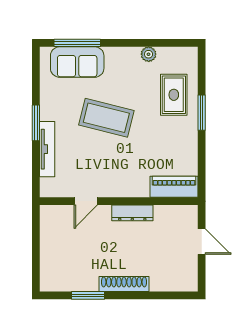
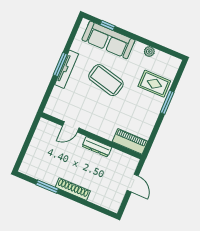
window: (77, 43) -> (108, 25), width x0.46
sofa: (77, 62) -> (108, 40), width x1.36
rug: (174, 95) -> (154, 84), turned 90
tv unit: (47, 149) -> (67, 69), moved

